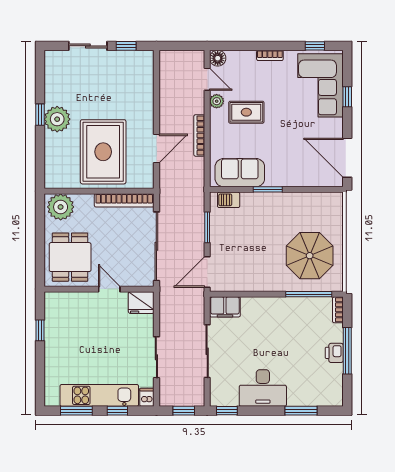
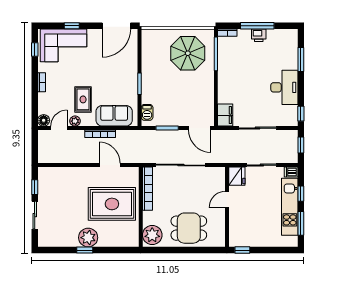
sofa: (240, 173) -> (114, 116), moved, turned 90
wall: (99, 289) -> (227, 207), moved
door: (109, 289) -> (227, 199), moved
fridge: (141, 303) -> (237, 176), moved

